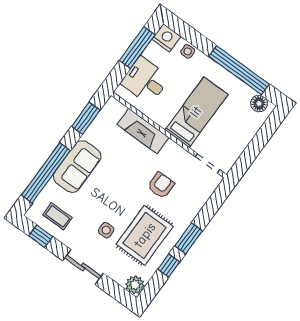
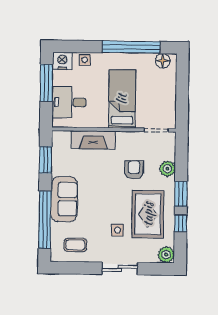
plant: (193, 206) -> (167, 169), added
window: (41, 236) -> (73, 268), removed

